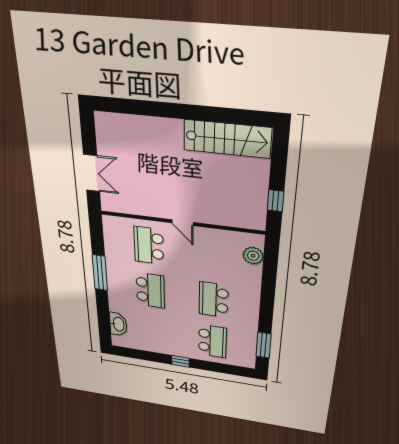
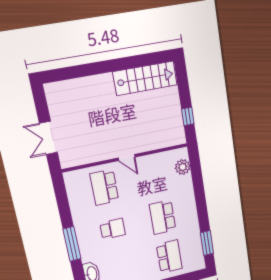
double door: (92, 173) -> (48, 138), swing flipped
window: (100, 273) -> (72, 244), moved
school desk: (150, 290) -> (113, 229), width x0.54

